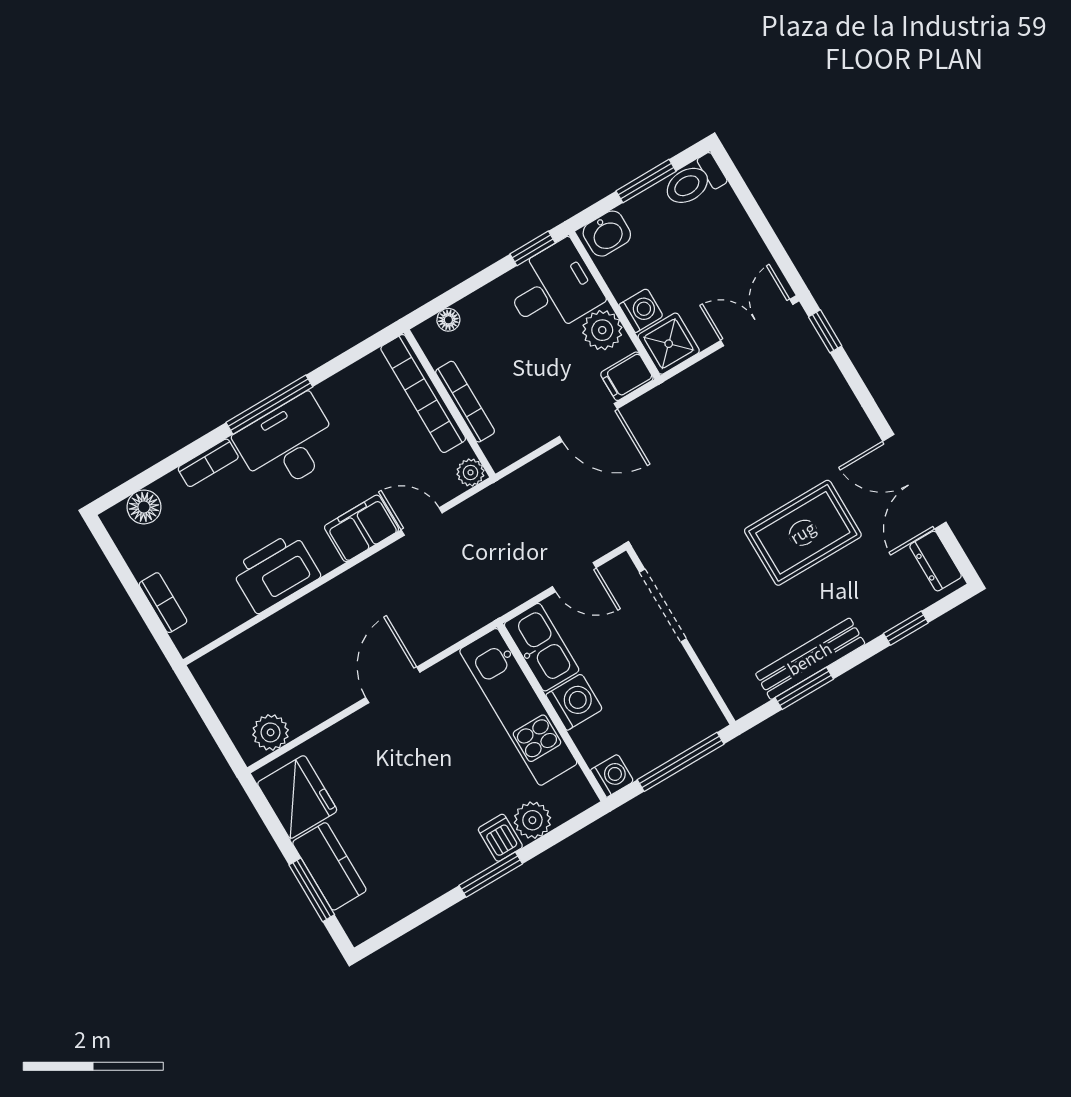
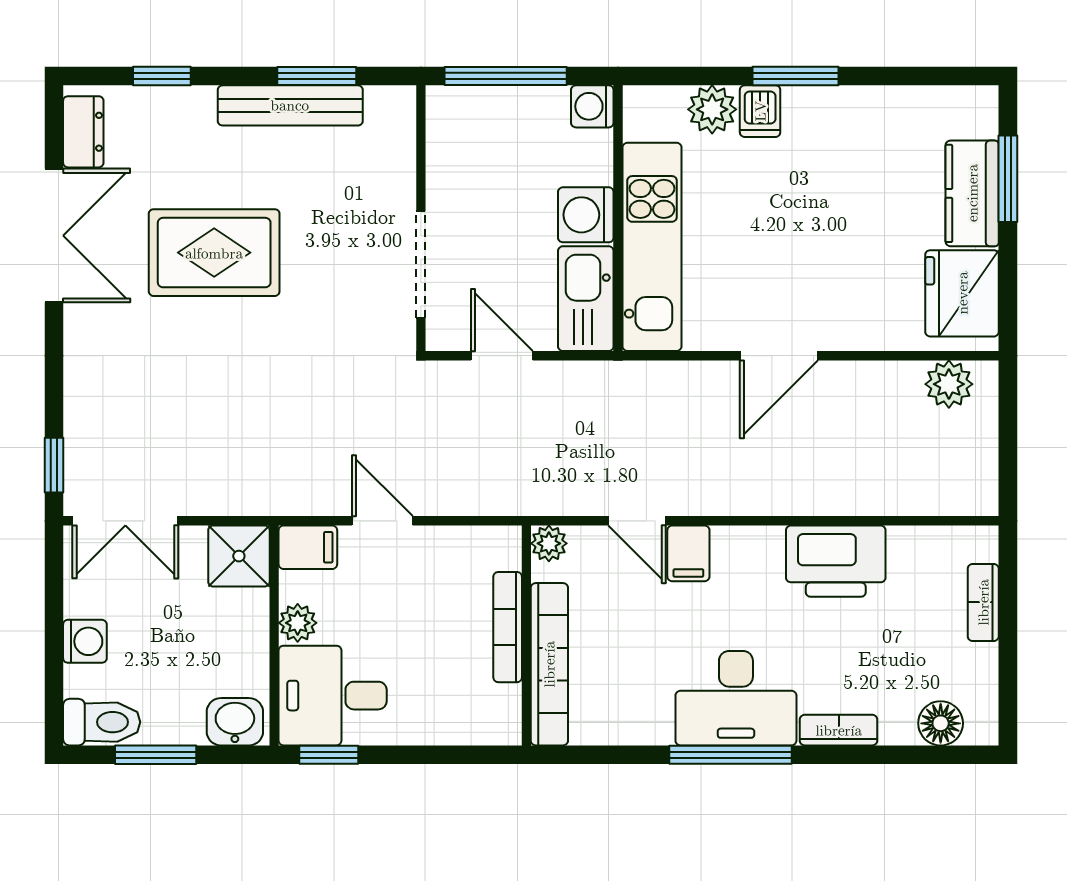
washing machine: (641, 310) -> (85, 641), moved, turned 180
floor lamp: (448, 320) -> (472, 731), removed
plant: (602, 330) -> (298, 623), width x0.73, depth x0.73
door: (588, 423) -> (382, 521), width x0.73
filing cabinet: (362, 528) -> (688, 553), width x0.50

